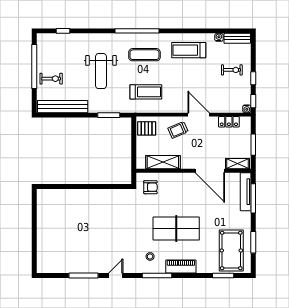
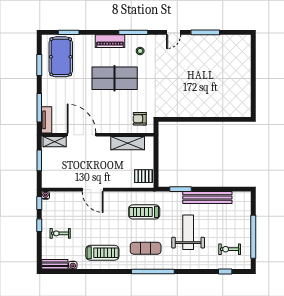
exercise bike: (51, 79) -> (230, 249), moved
bench: (63, 107) -> (207, 198), moved
locker: (229, 122) -> (63, 183), removed
trolley: (178, 130) -> (113, 175), removed
tv unit: (246, 192) -> (47, 120), width x0.71

